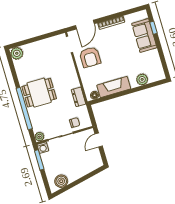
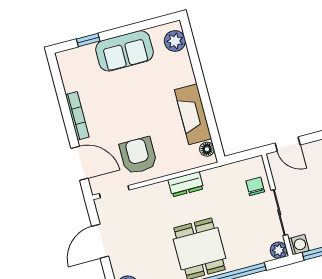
sofa: (144, 36) -> (124, 51), moved
door: (42, 37) -> (100, 241), added
armchair: (90, 57) -> (138, 156), turned -90
plant: (142, 79) -> (175, 41), moved
dresser: (79, 97) -> (186, 184), moved

